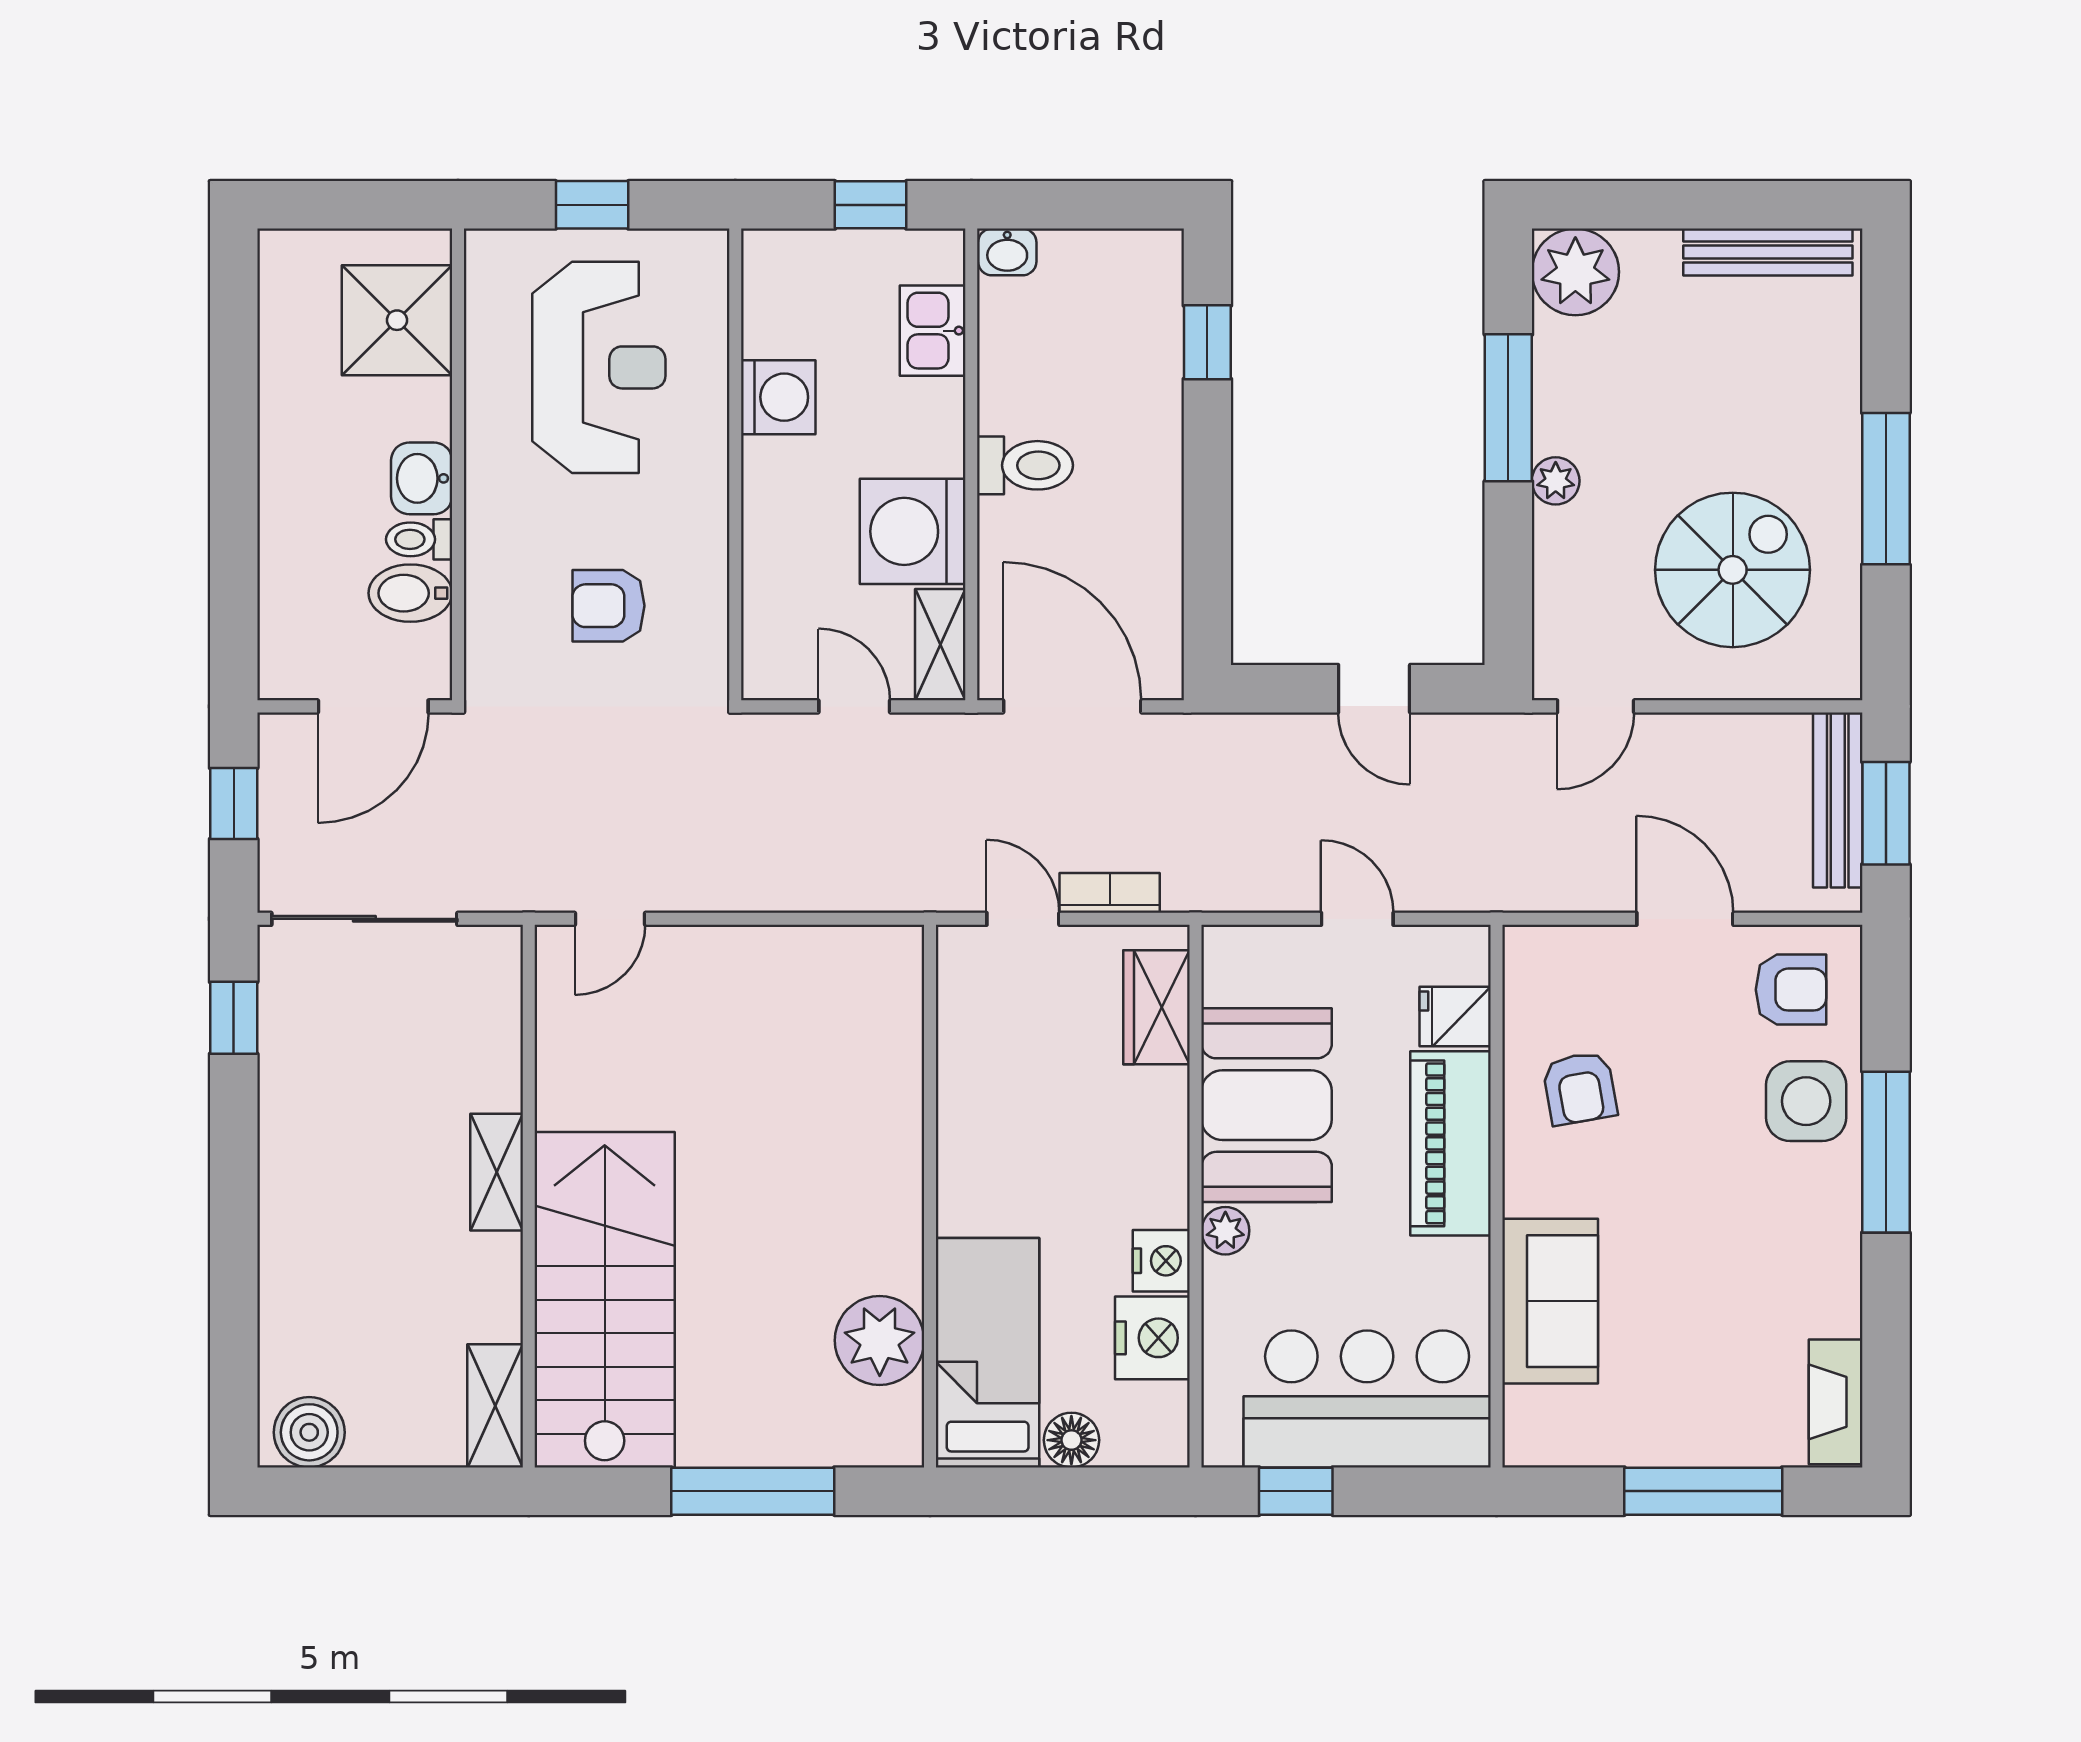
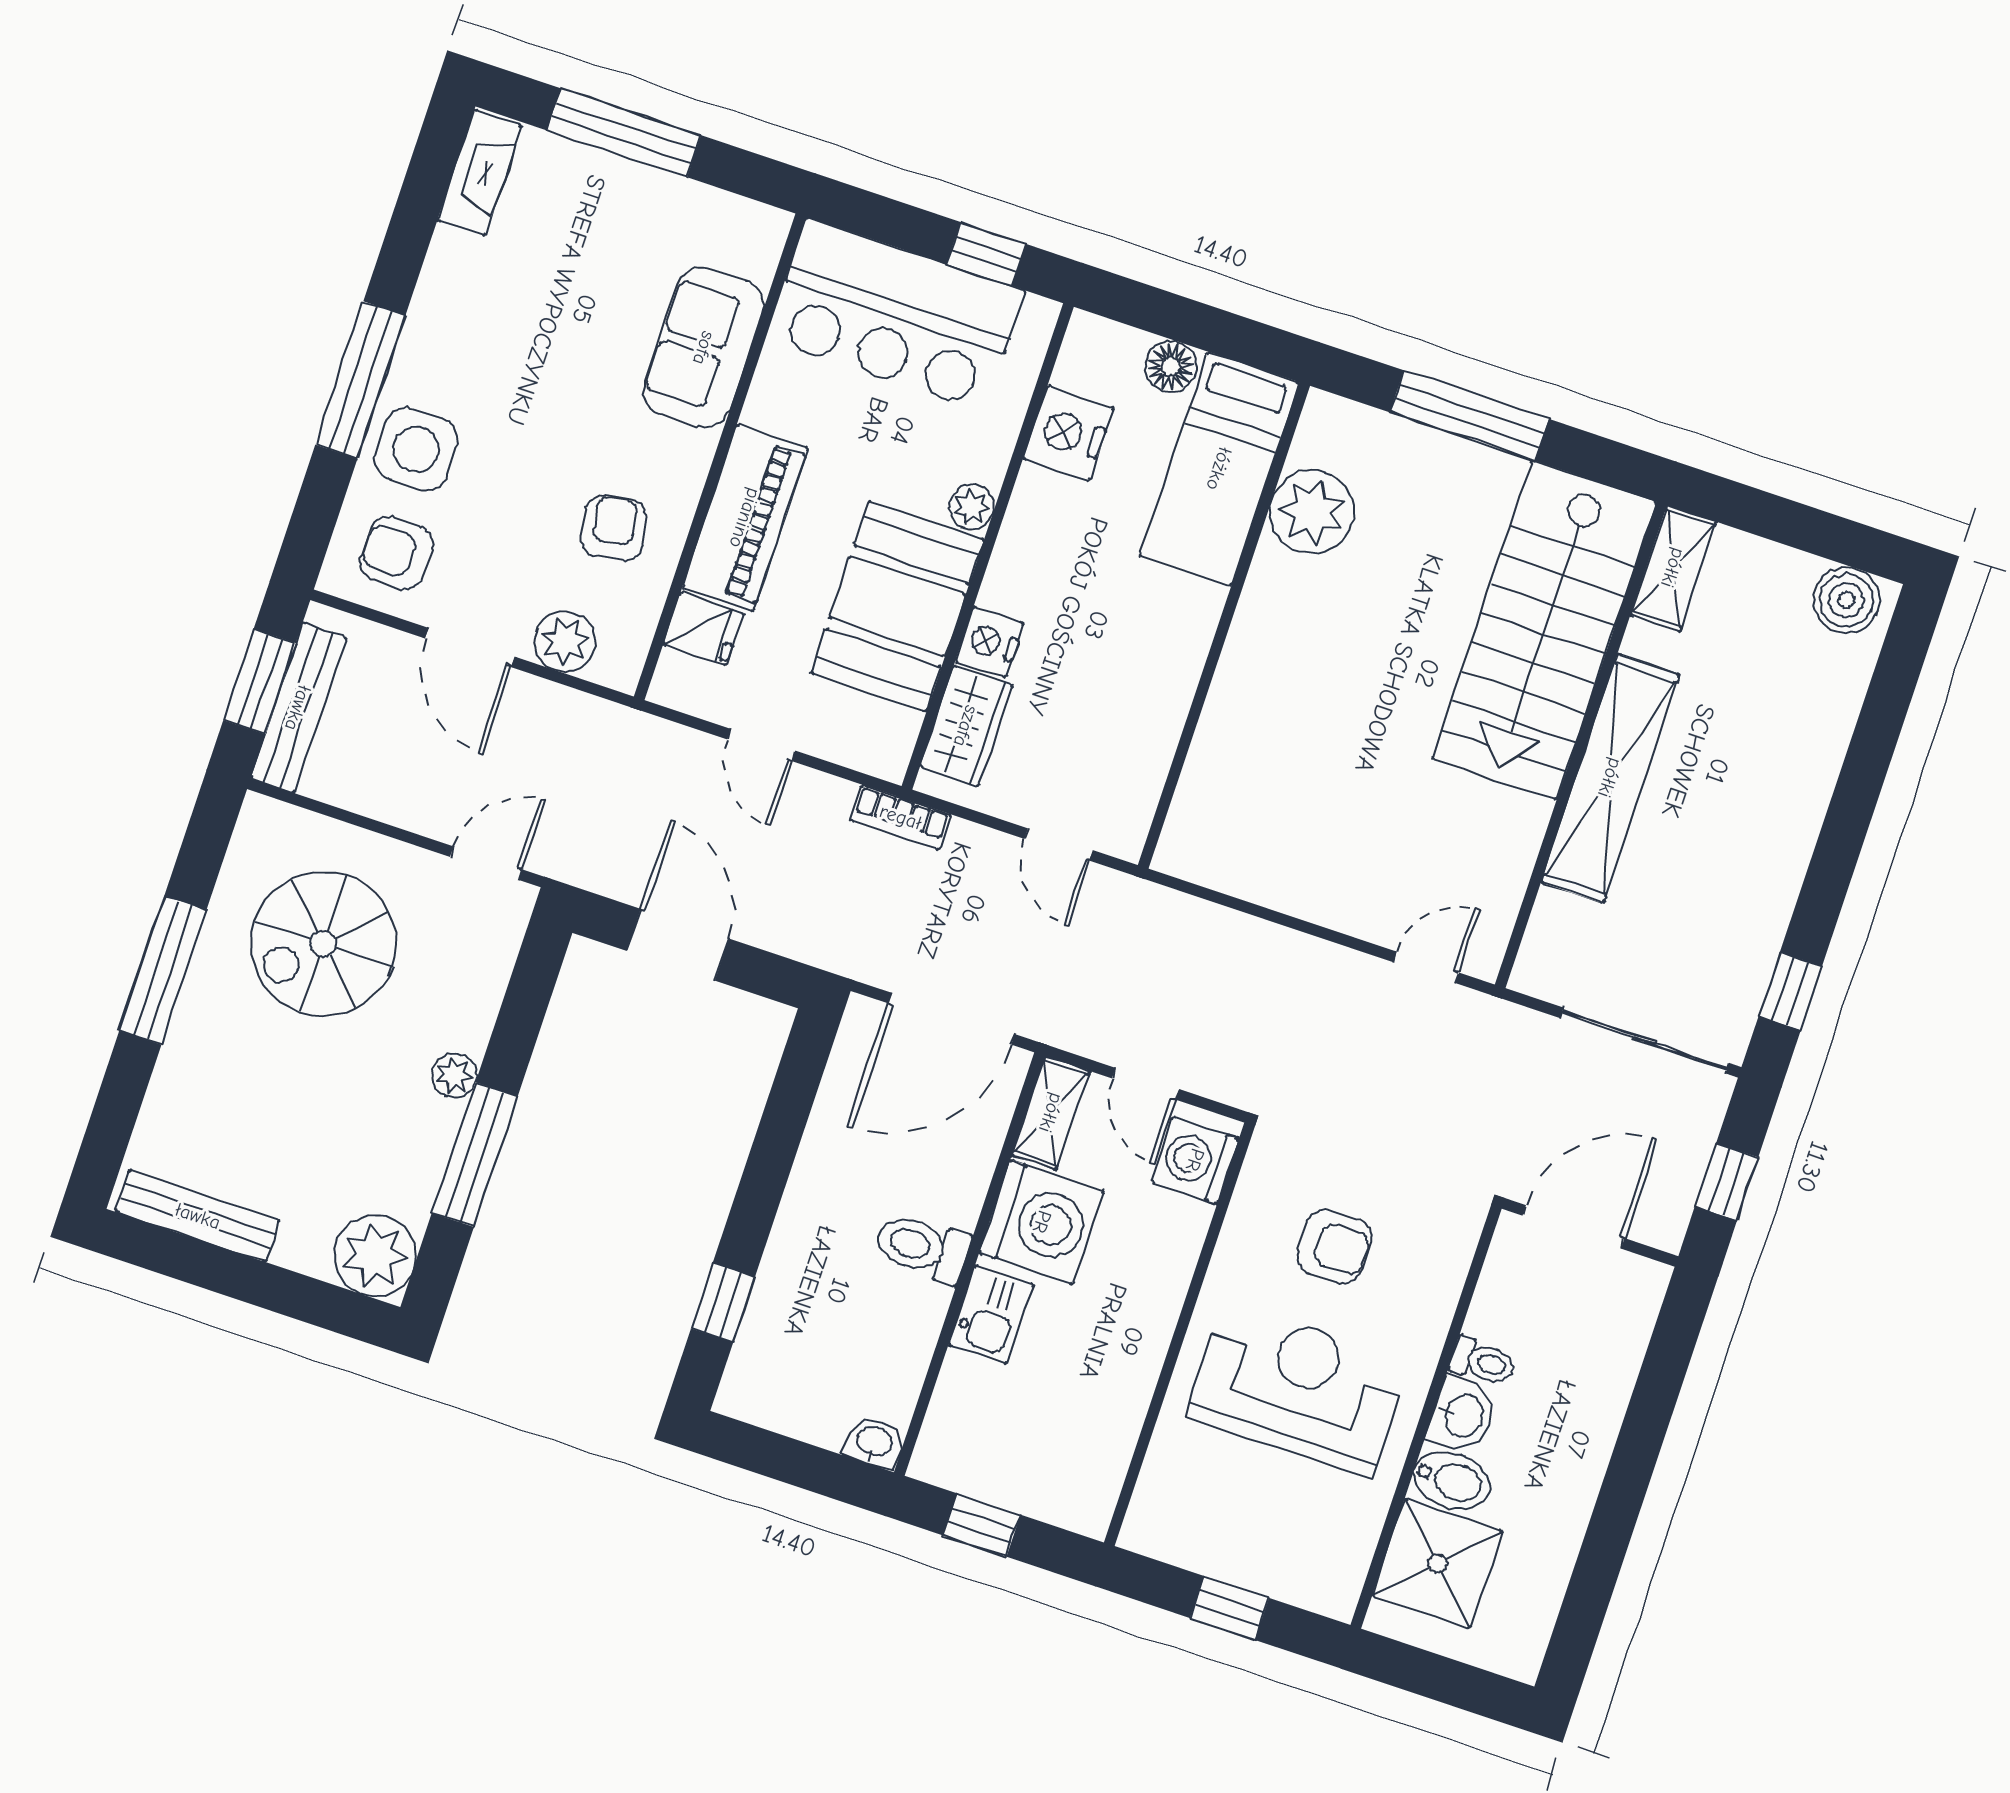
kitchen sink: (933, 331) -> (991, 1314), moved
reception desk: (599, 367) -> (1298, 1389), moved, turned 90
washing machine: (778, 397) -> (1195, 1160), moved
bidet: (410, 593) -> (1452, 1481), moved
door: (1374, 689) -> (678, 945), width x1.38
door: (1072, 706) -> (952, 1019), hinge flipped
bookcase: (1110, 893) -> (901, 817), moved
plant: (1591, 957) -> (565, 642), added
shelving: (497, 1172) -> (1610, 778), width x2.20, depth x1.33
nightstand: (1161, 1261) -> (990, 642), moved

